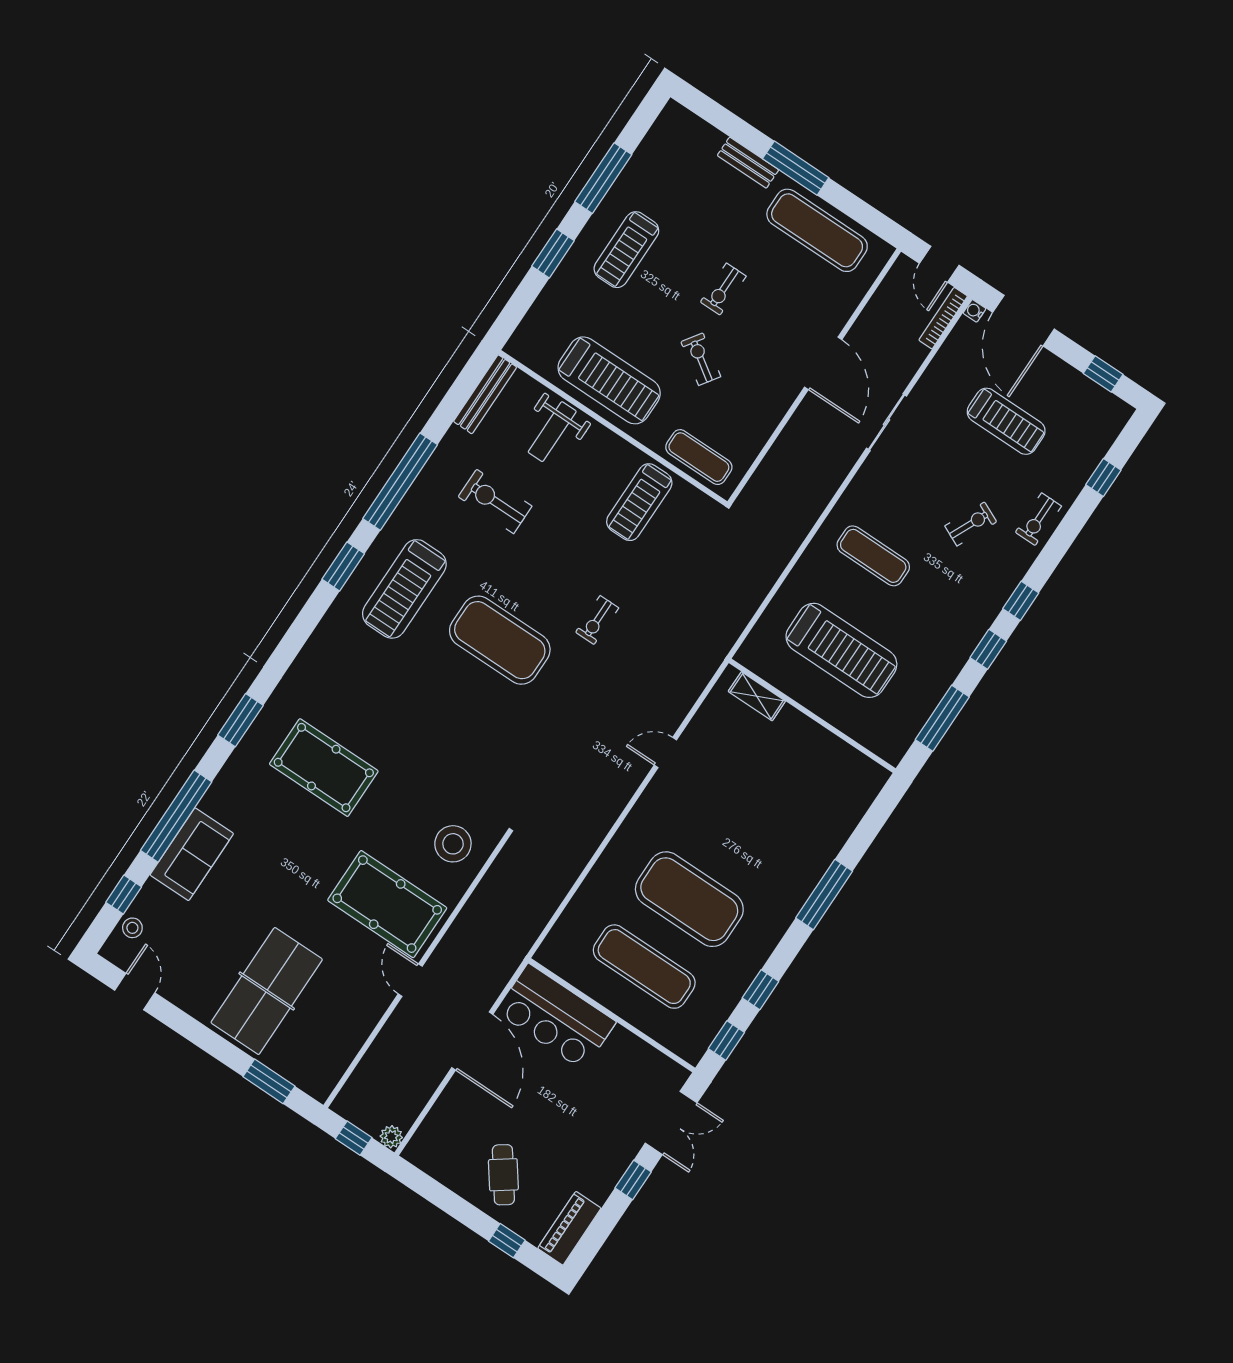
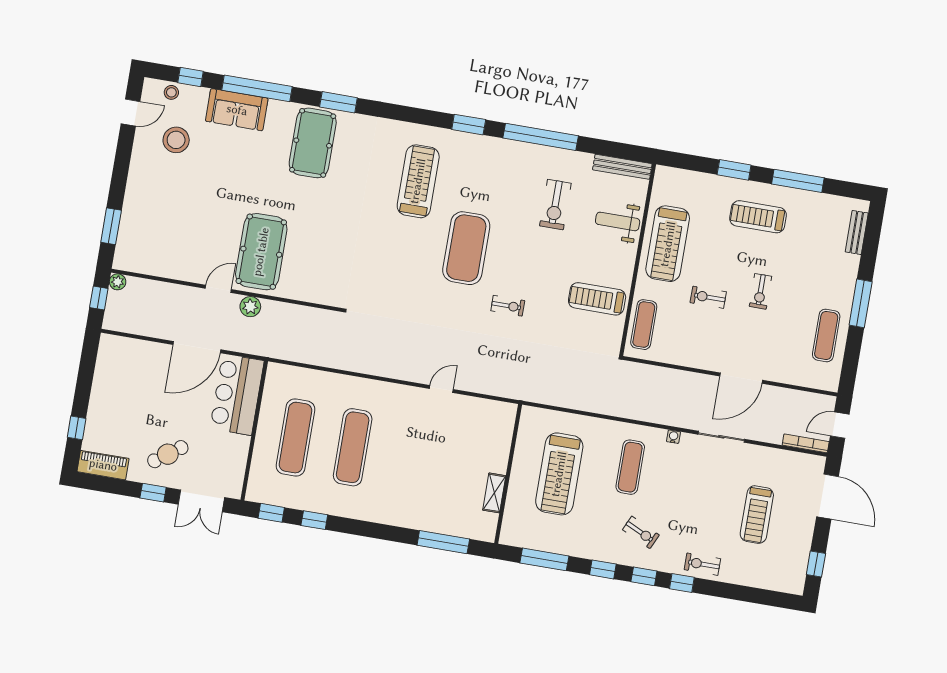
bench: (748, 163) -> (857, 232), moved
exercise mat: (817, 230) -> (826, 335), width x0.73, depth x0.69
exercise bike: (723, 289) -> (760, 291), turned -90
water cooler: (974, 311) -> (673, 437), moved
door: (1024, 321) -> (828, 497), swing flipped
exercise bike: (701, 359) -> (708, 297), turned -124
window: (1103, 477) -> (682, 583), moved
exercise bike: (495, 501) -> (555, 205), turned 180
exercise bike: (971, 524) -> (641, 532), moved
treadmill: (404, 589) -> (418, 181), moved, turned 90
exercise bike: (597, 620) -> (508, 306), turned 180
shelving: (757, 696) -> (494, 493), moved
door: (665, 752) -> (441, 389), hinge flipped
pool table: (324, 768) -> (313, 143), moved
stool: (453, 844) -> (176, 140), moved
window: (824, 894) -> (443, 542), moved
exercise mat: (689, 899) -> (353, 447), width x0.68
plant: (451, 949) -> (250, 307), added
table tennis table: (267, 991) -> (169, 198), removed
plant: (391, 1137) -> (118, 282), moved
cafe table: (503, 1175) -> (168, 454), moved

